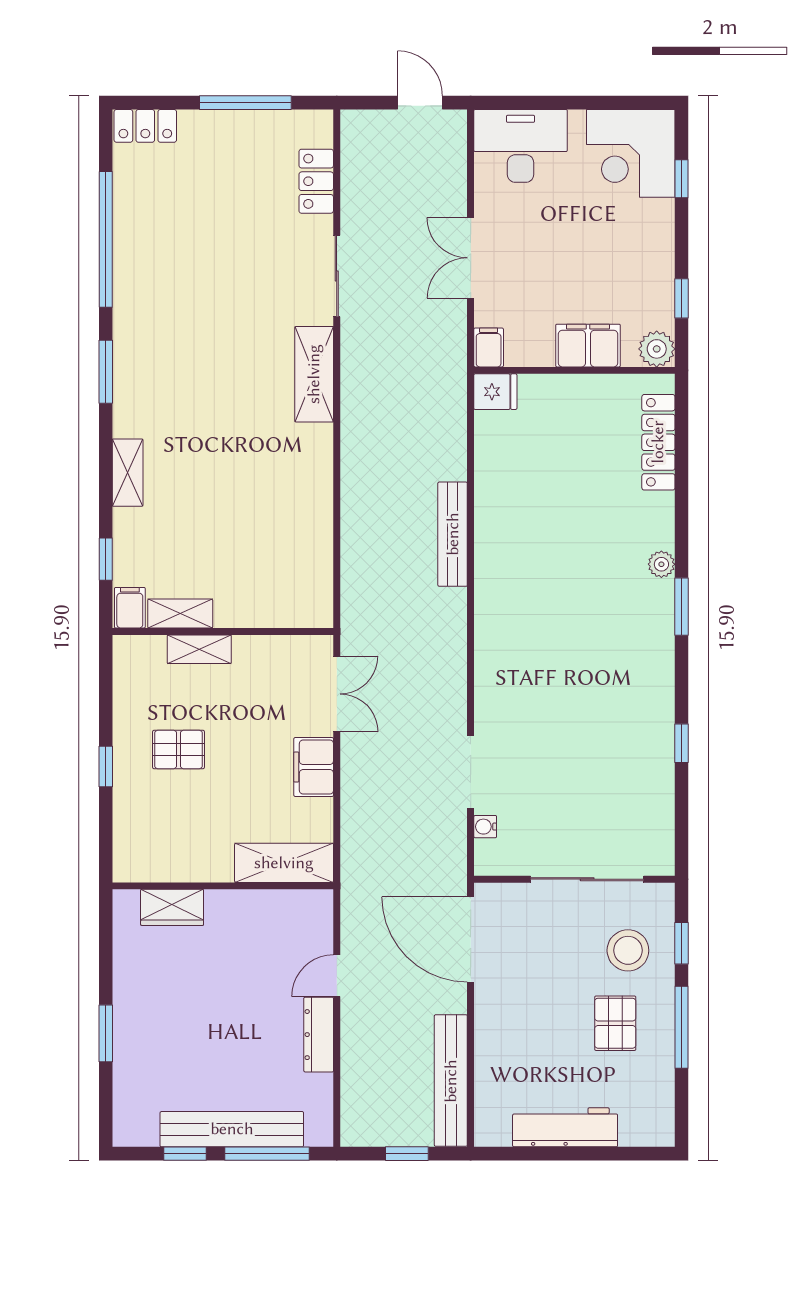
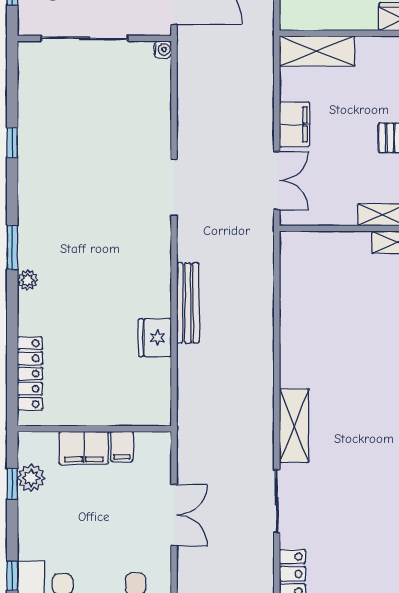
filing cabinet: (489, 347) -> (122, 446), moved
plant: (657, 349) -> (31, 478), moved
fridge: (495, 392) -> (155, 338), moved, width x1.38
double door: (337, 694) -> (277, 180), swing flipped
doorway: (471, 772) -> (174, 187), moved
water cooler: (485, 827) -> (163, 50), moved

